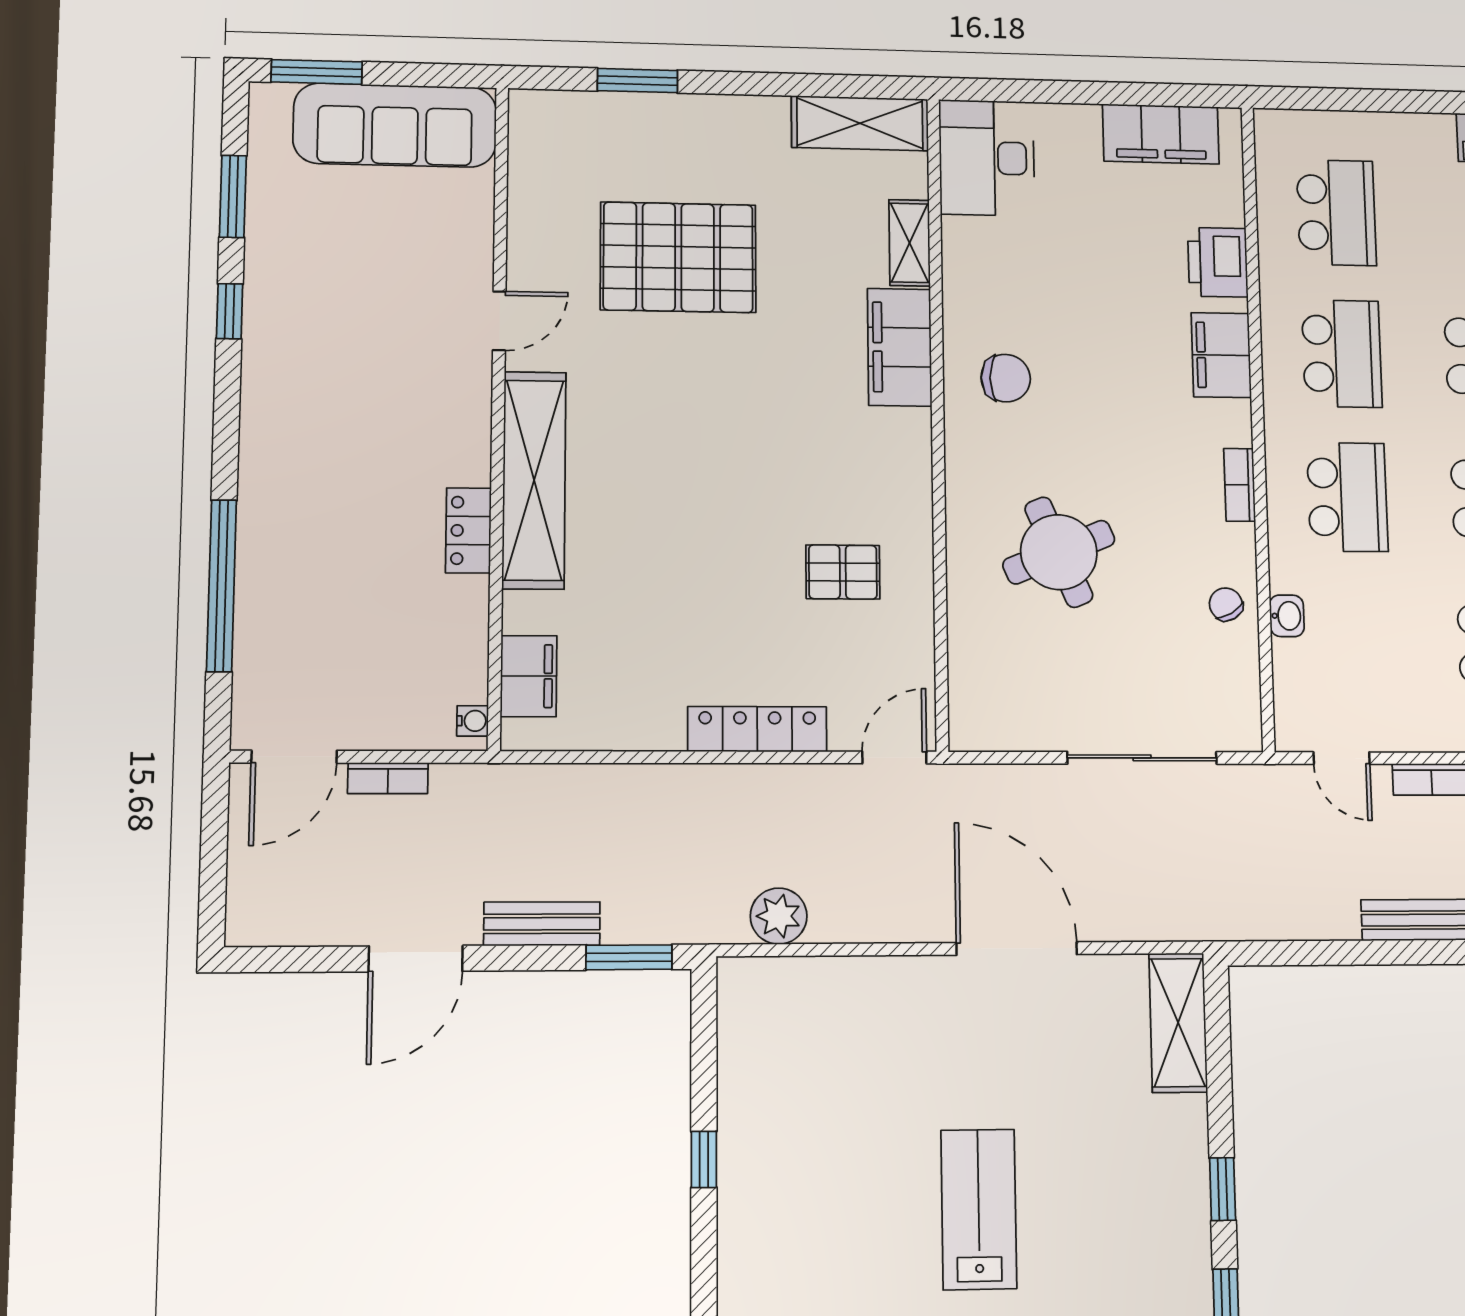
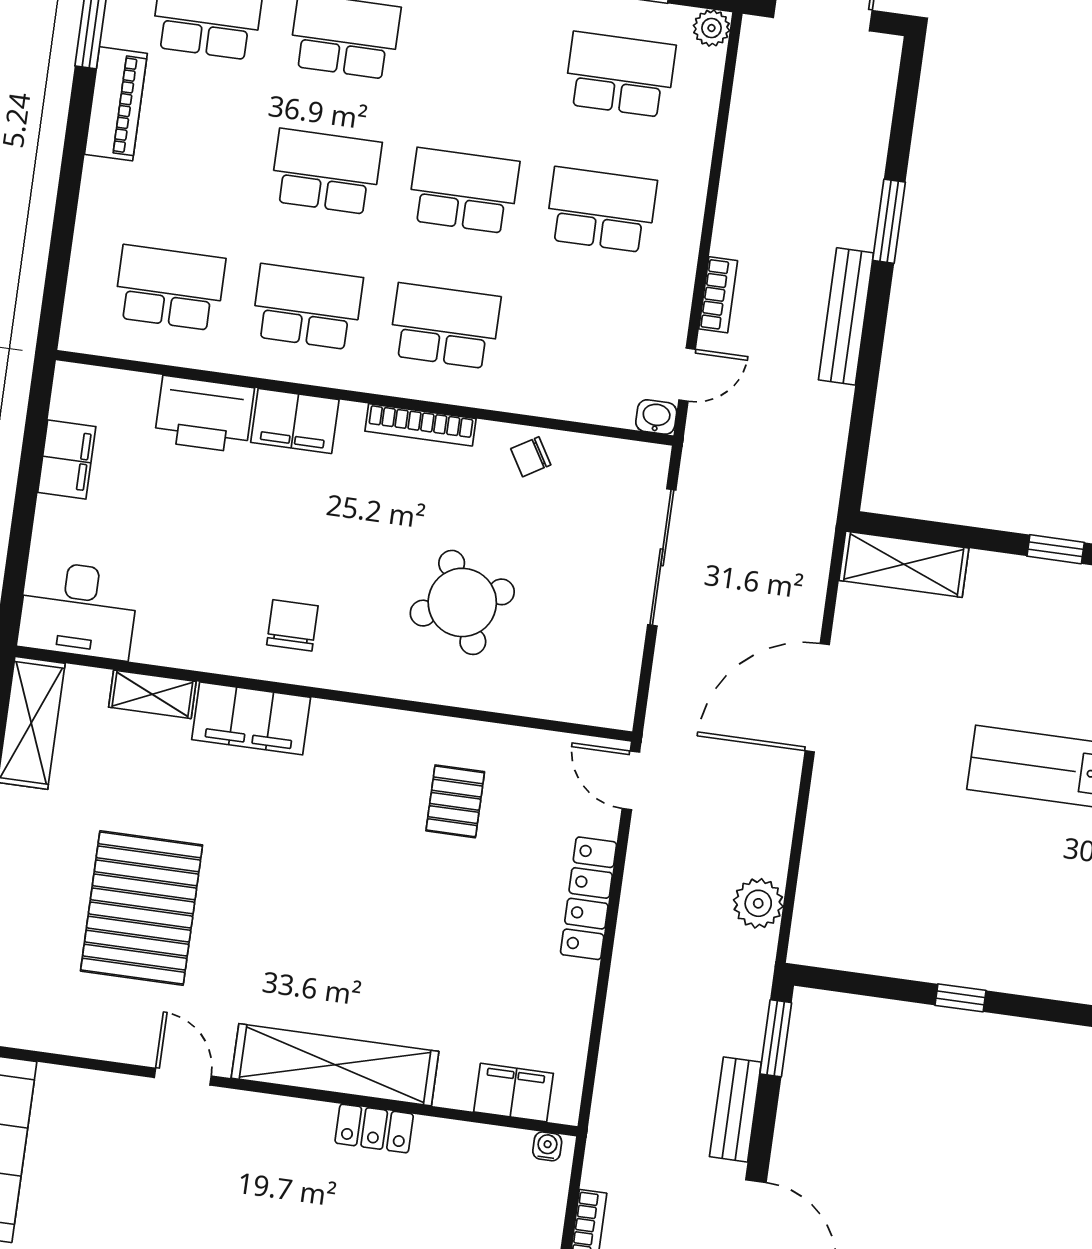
filing cabinet: (1161, 134) -> (67, 460), width x0.67, depth x0.86
printer: (1218, 262) -> (204, 414), width x1.37, depth x1.19
bookcase: (1240, 485) -> (420, 425), width x1.56
washbasin: (1287, 616) -> (656, 417), moved

